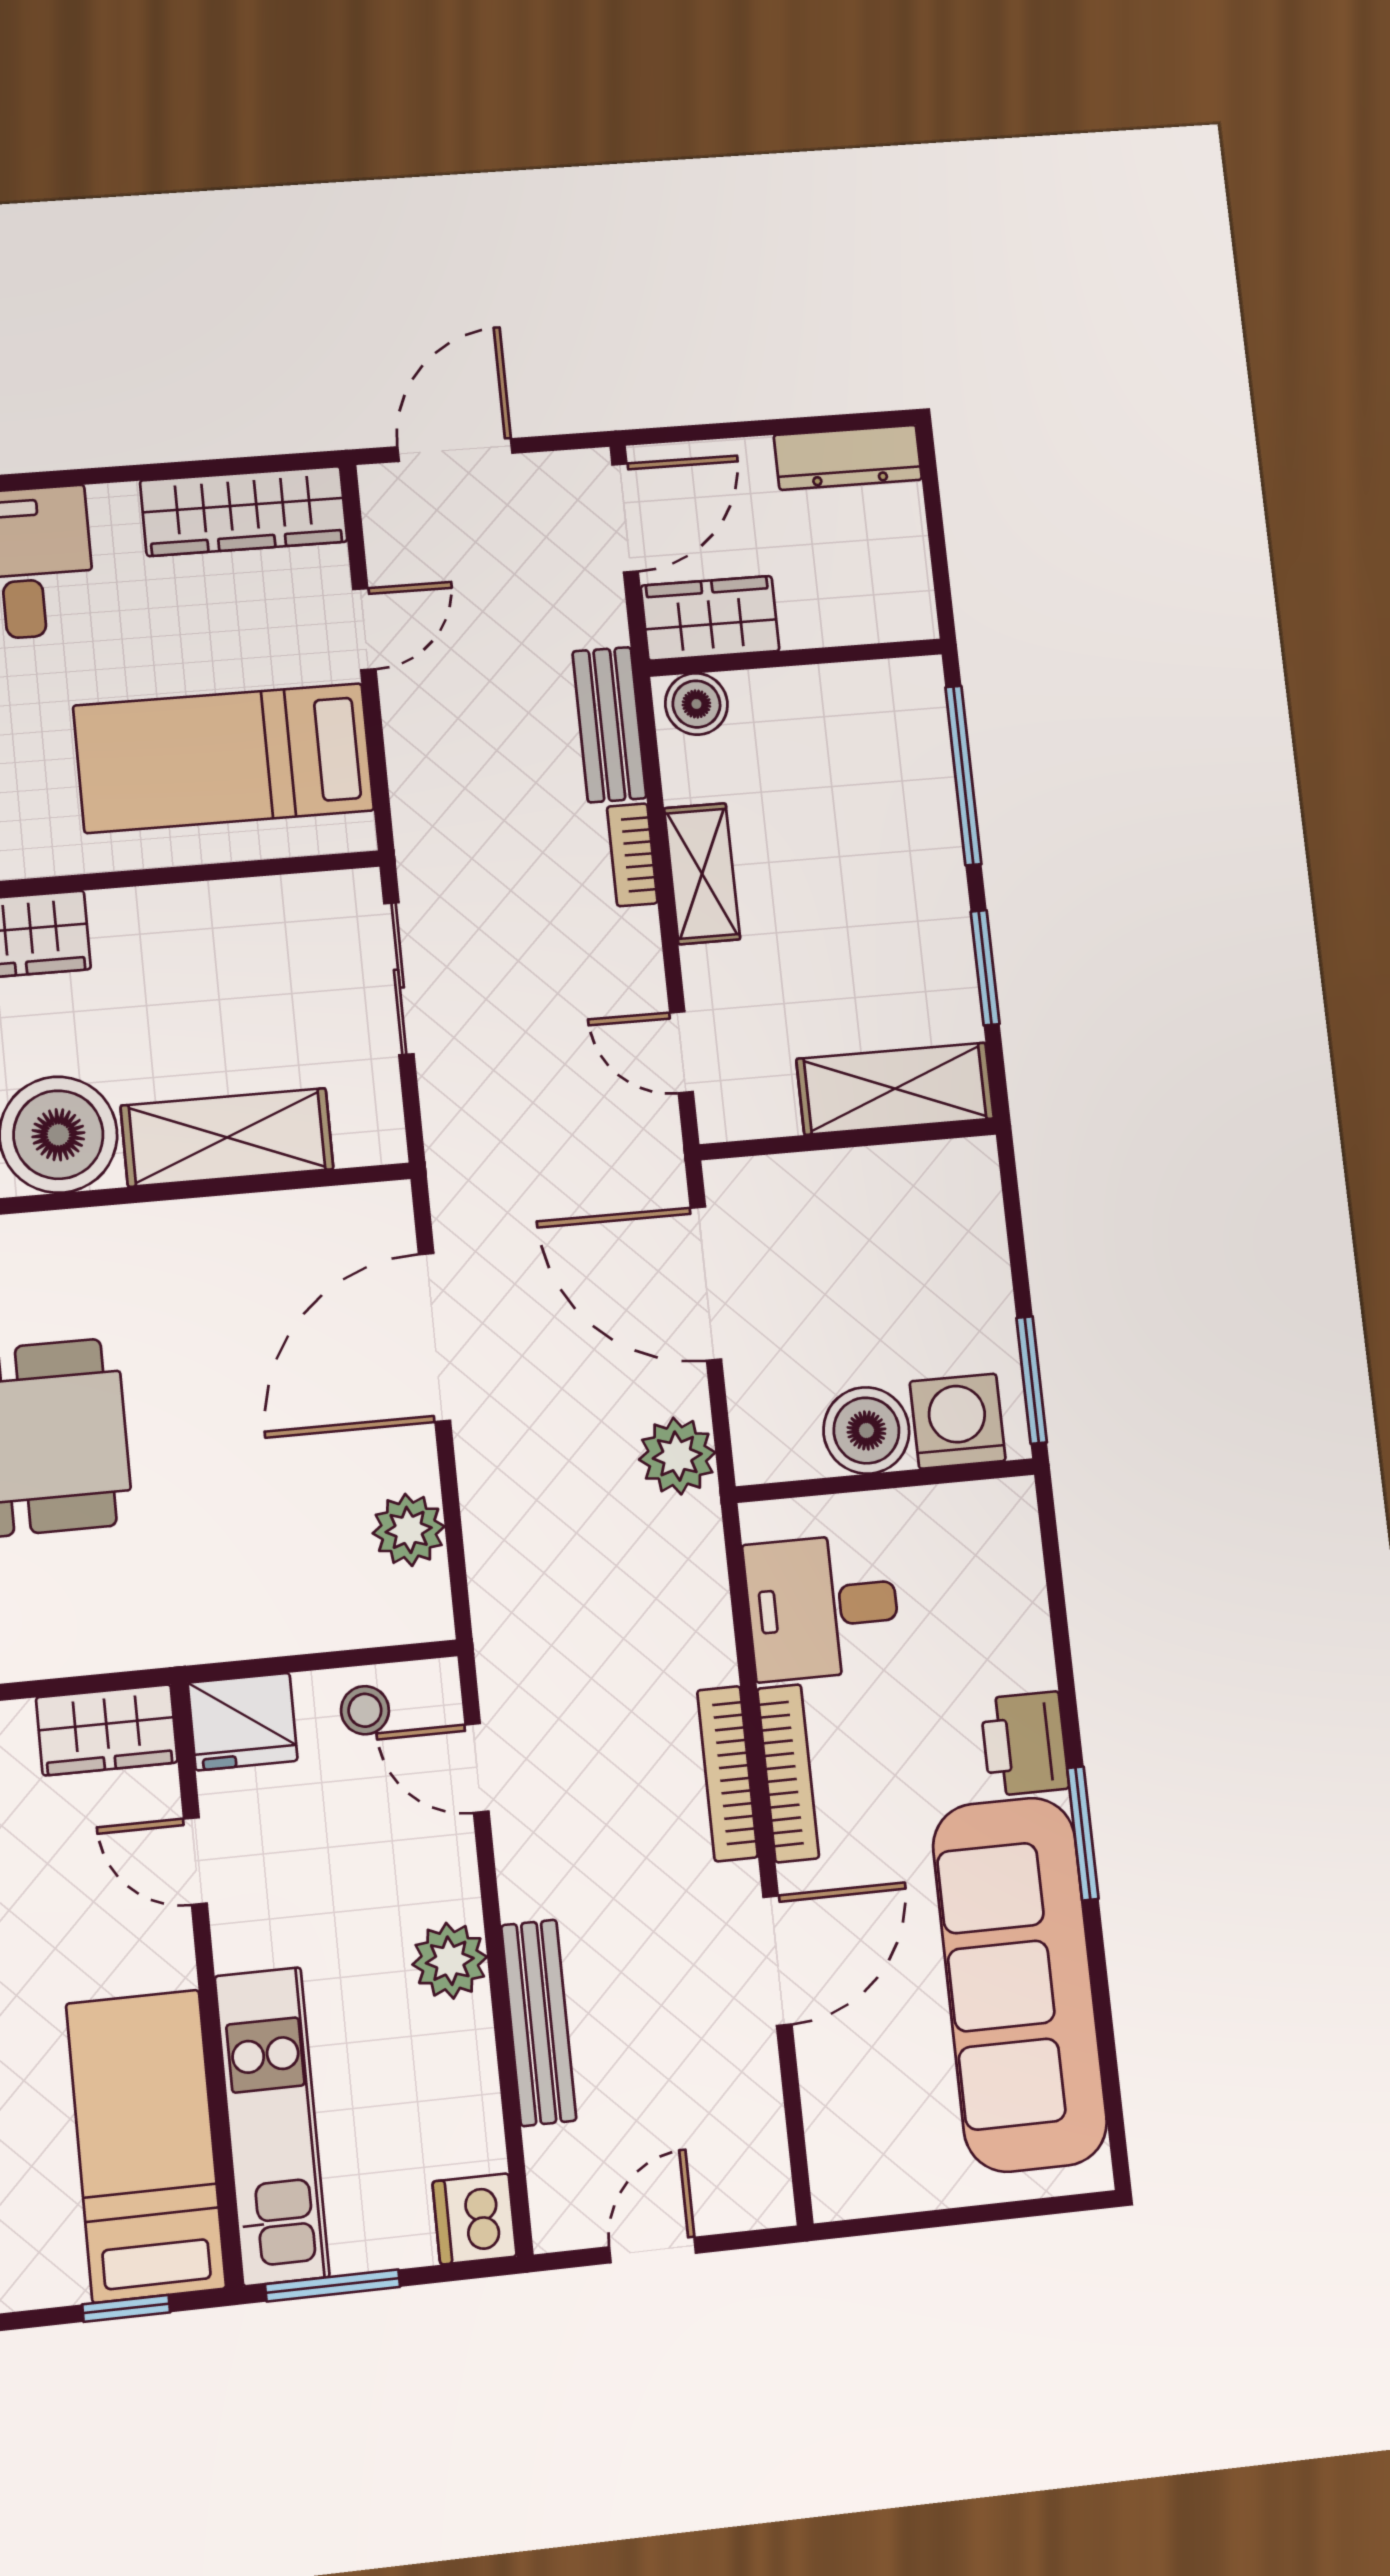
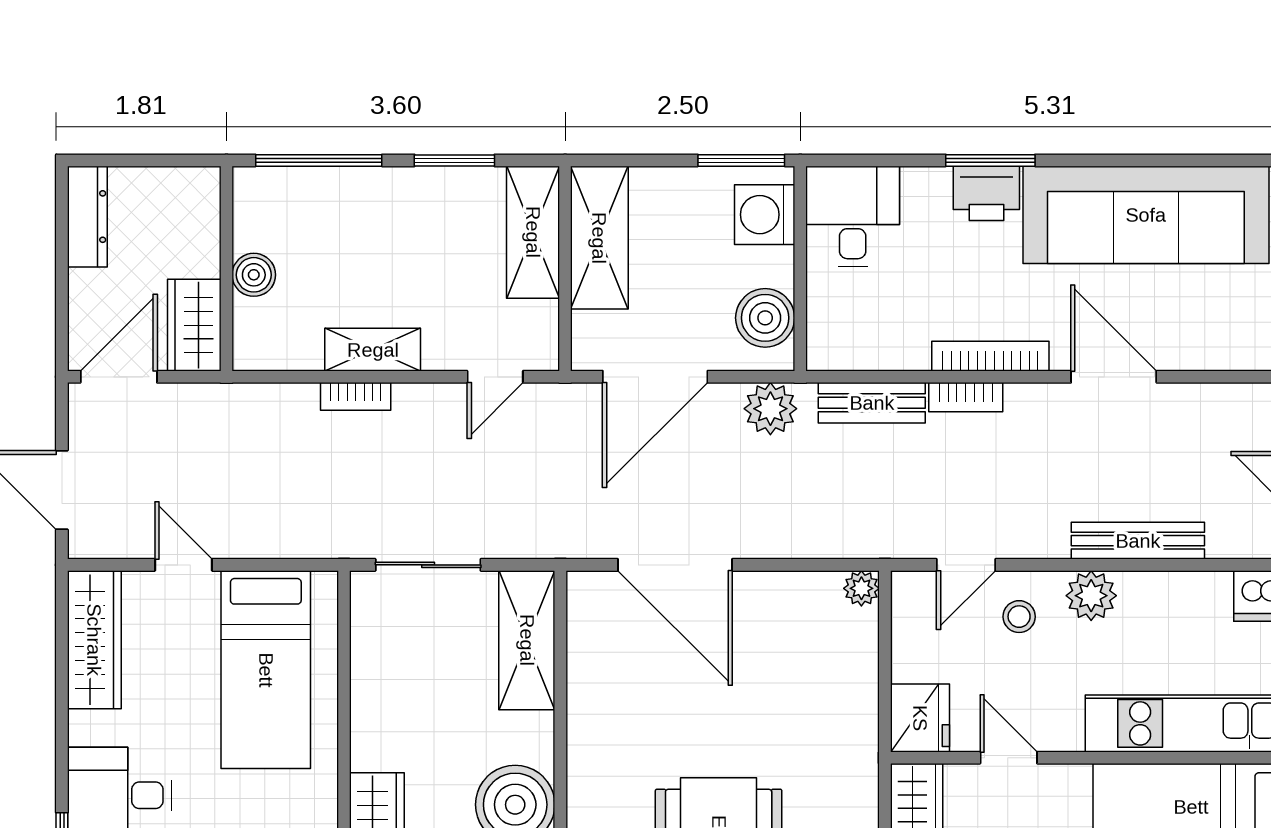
door: (625, 518) -> (119, 377), hinge flipped
boiler: (696, 704) -> (254, 275), moved
bench: (609, 725) -> (872, 403), moved
shelving: (227, 1137) -> (527, 640), moved
shelving: (898, 1185) -> (599, 238), added
boiler: (866, 1431) -> (765, 318), moved
plant: (409, 1530) -> (861, 588), moved, width x0.73, depth x0.73
desk: (823, 1607) -> (853, 216), moved, turned 180
stool: (365, 1710) -> (1019, 617), moved
bookcase: (727, 1774) -> (966, 397), width x0.64
window: (1083, 1833) -> (990, 160), moved
door: (195, 1861) -> (1009, 758), swing flipped

